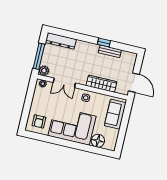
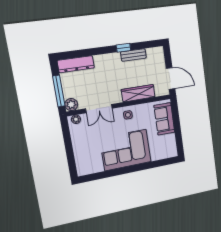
armchair: (39, 121) -> (89, 161), removed
floor lamp: (98, 141) -> (158, 153), removed

